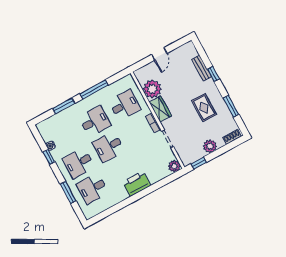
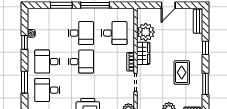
bench: (201, 68) -> (198, 21), moved
desk: (109, 147) -> (81, 62), turned 180

